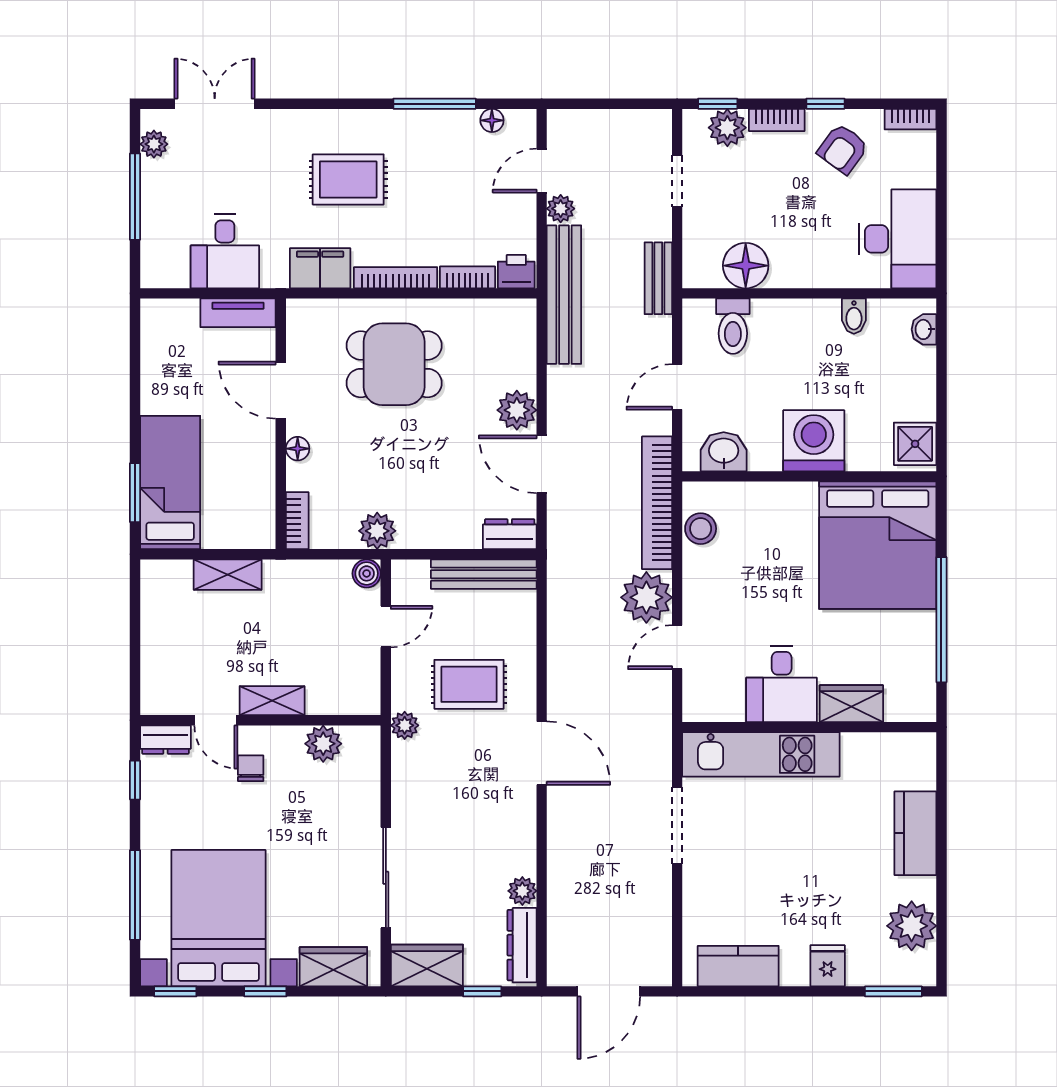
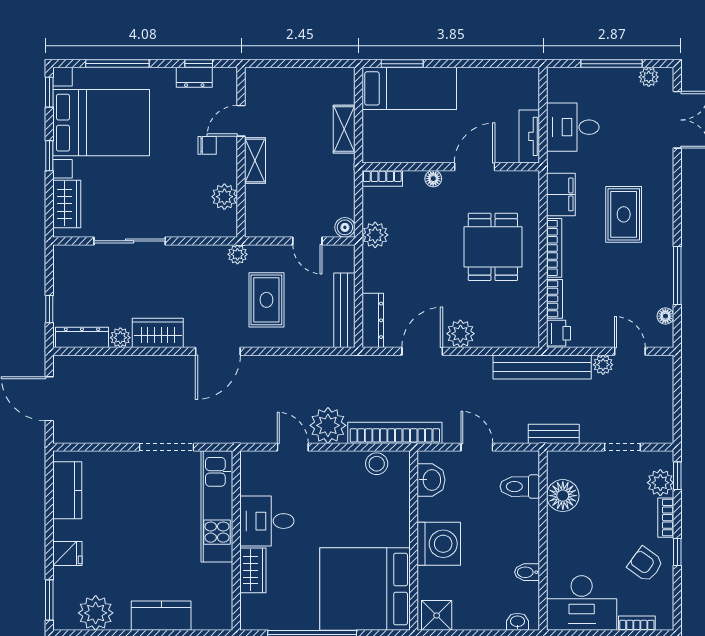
bookcase: (910, 119) -> (637, 623), moved, turned 90
dresser: (510, 534) -> (373, 320), width x1.44
dresser: (165, 740) -> (194, 77), moved, turned -90
wardrobe: (427, 965) -> (158, 333), moved, turned -90

